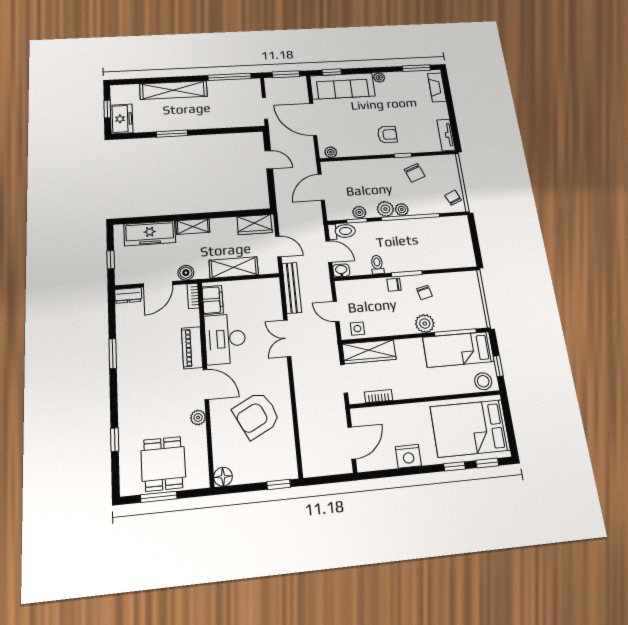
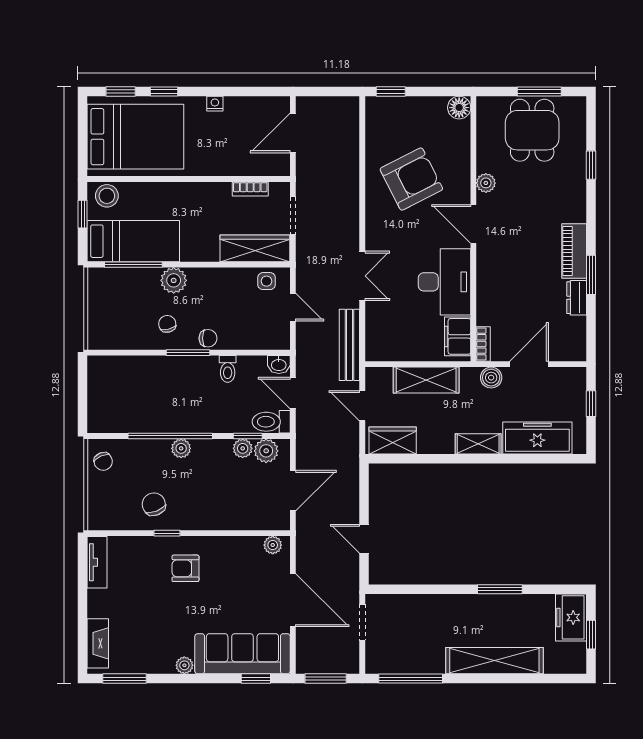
plant: (385, 209) -> (266, 451), moved
dresser: (128, 295) -> (577, 298), moved, turned -90
piano: (192, 348) -> (574, 251), moved, turned 180
nightstand: (408, 456) -> (215, 104), width x0.53, depth x0.56

